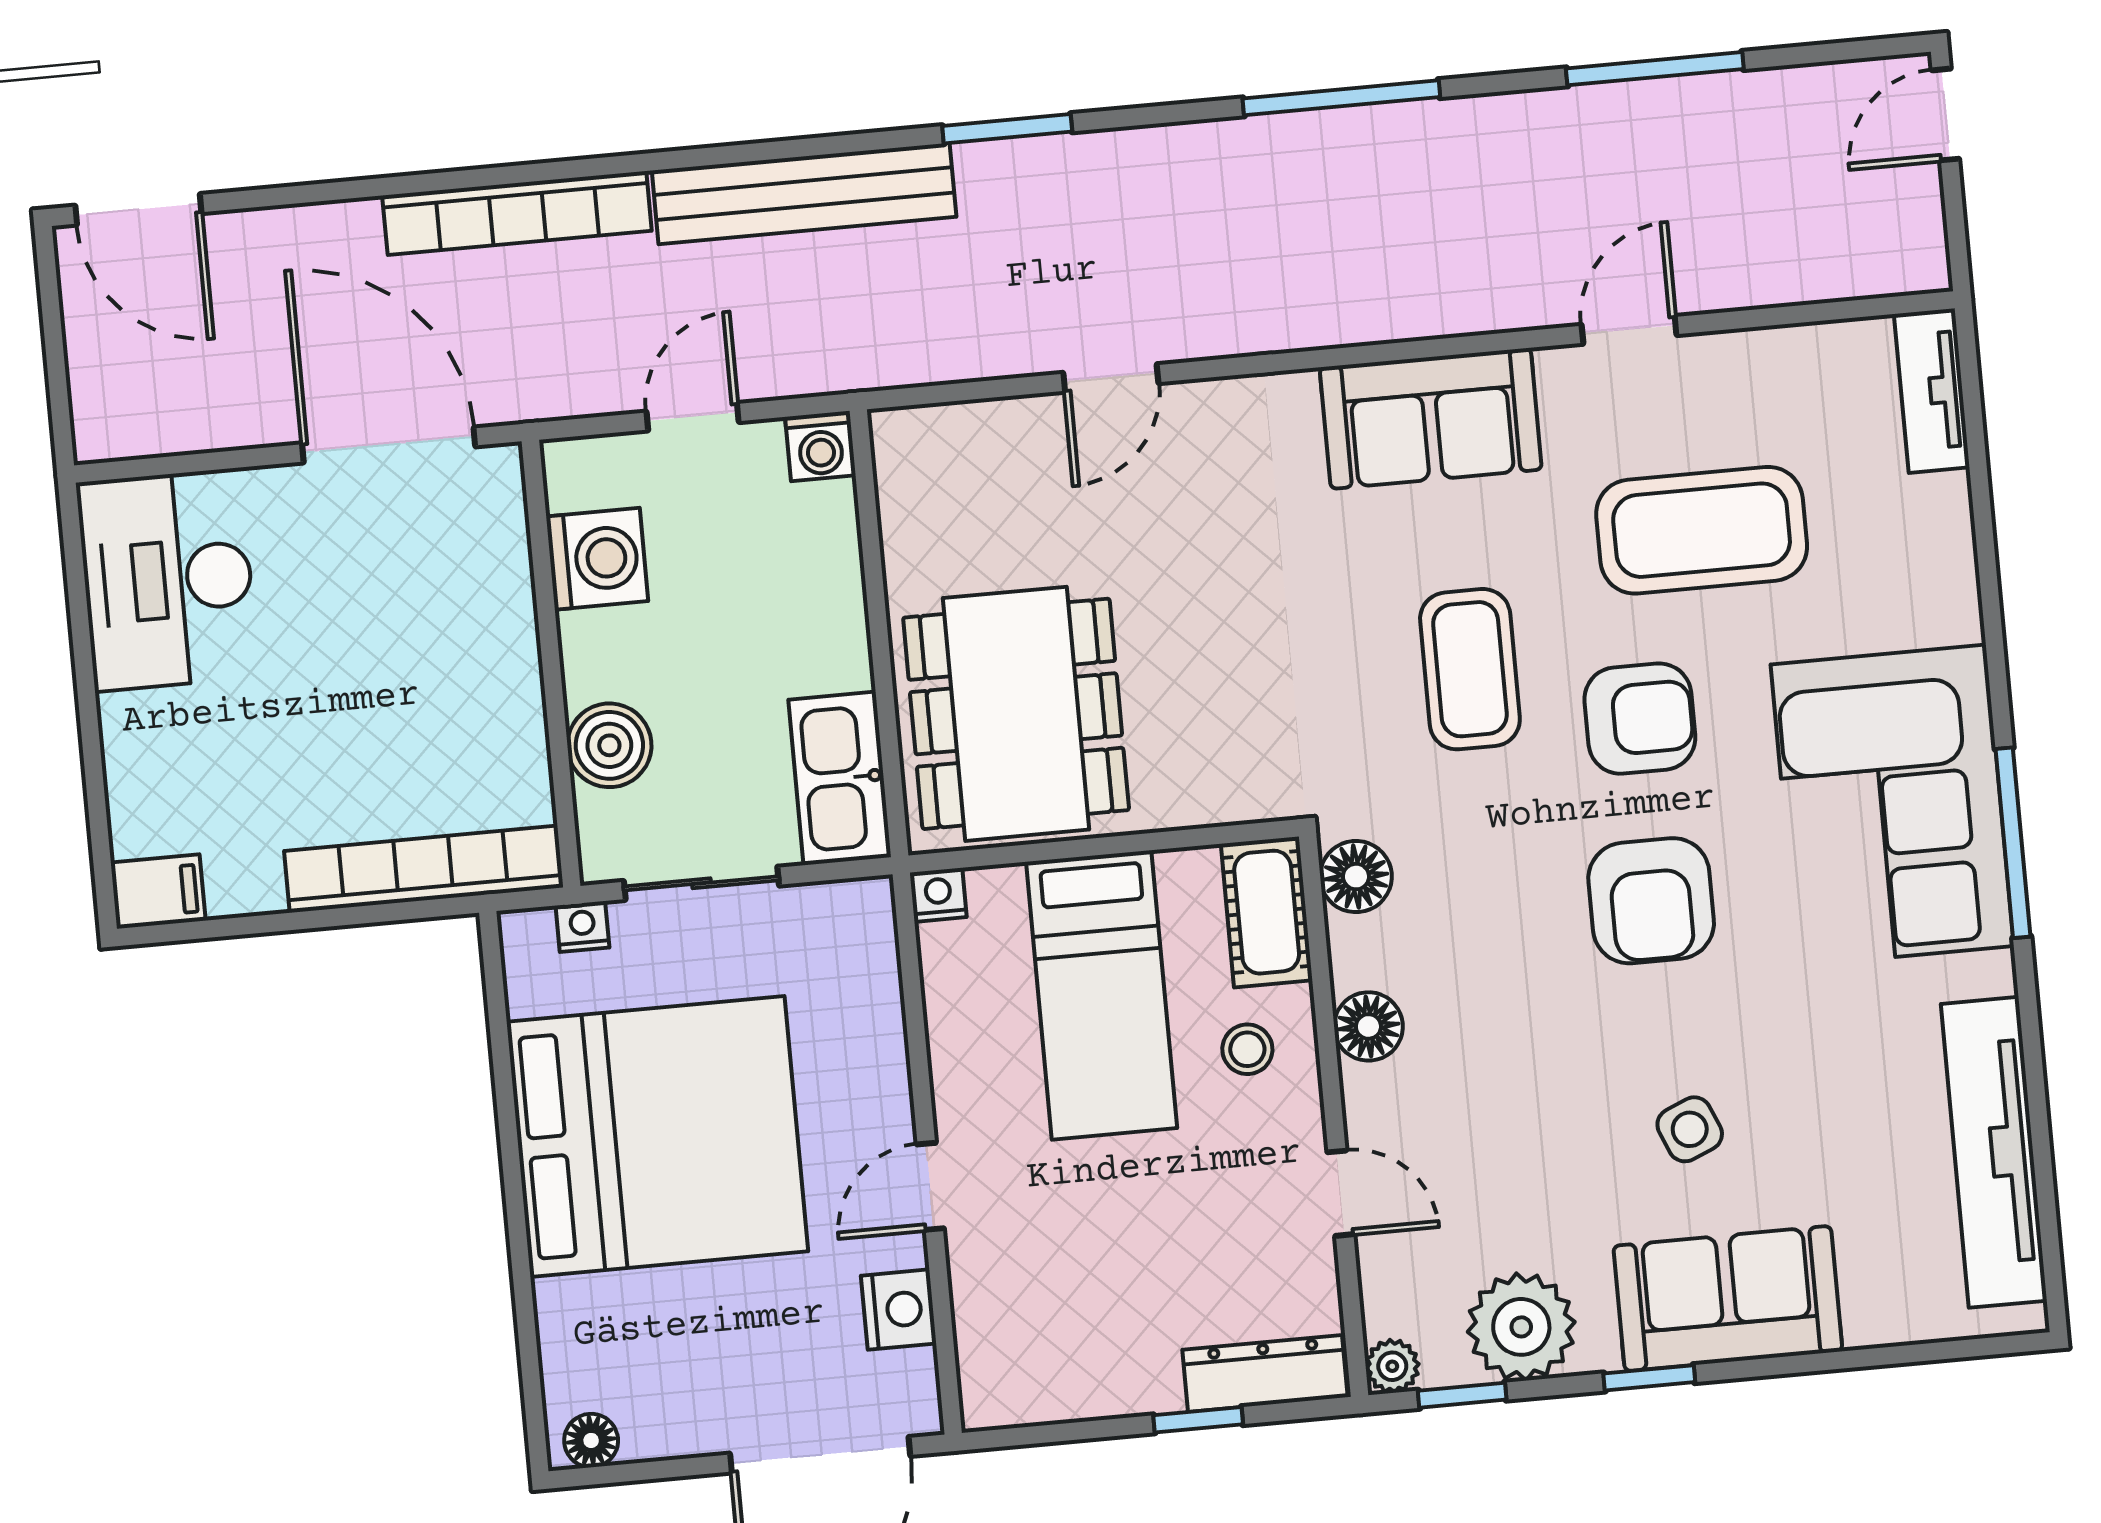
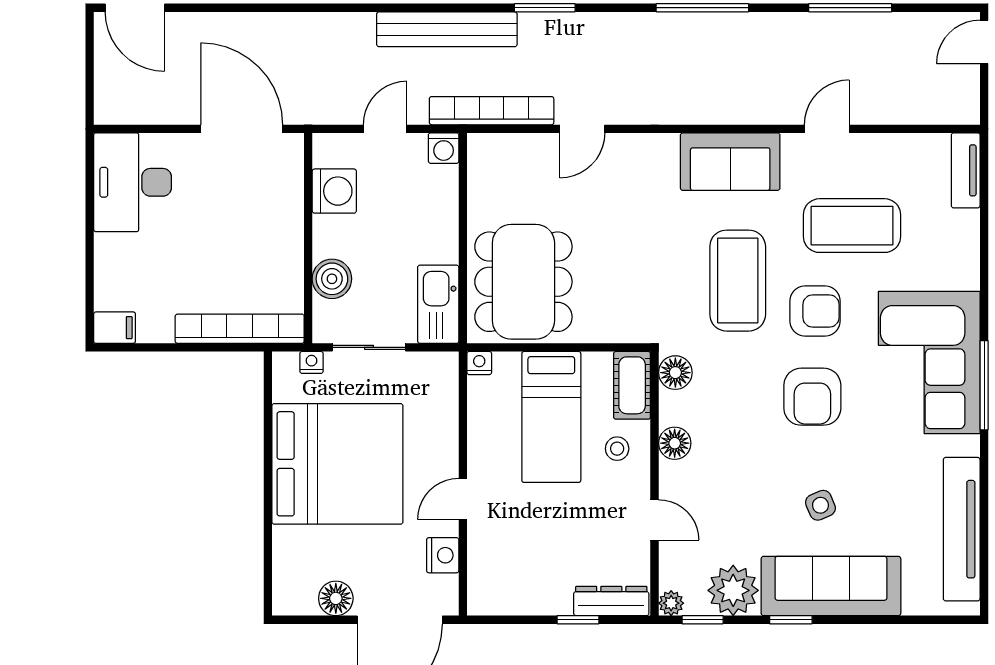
bookcase: (517, 213) -> (492, 111), moved, turned 180
coffee table: (1470, 669) -> (738, 281), width x1.36, depth x1.32
sofa: (1728, 1299) -> (831, 586), width x1.36
floor lamp: (591, 1440) -> (336, 598), moved, width x1.37, depth x1.37

